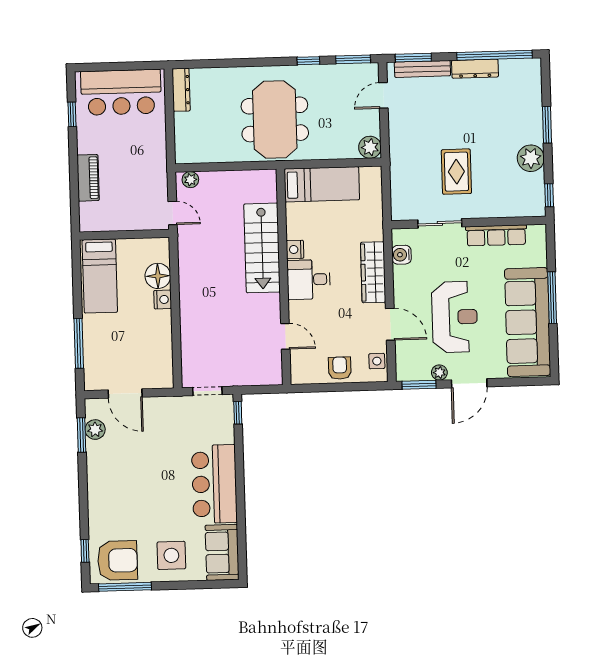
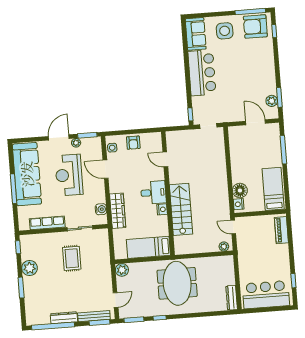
piano: (88, 178) -> (281, 230), moved
wardrobe: (373, 272) -> (118, 211), moved
nightstand: (163, 299) -> (239, 204), moved

